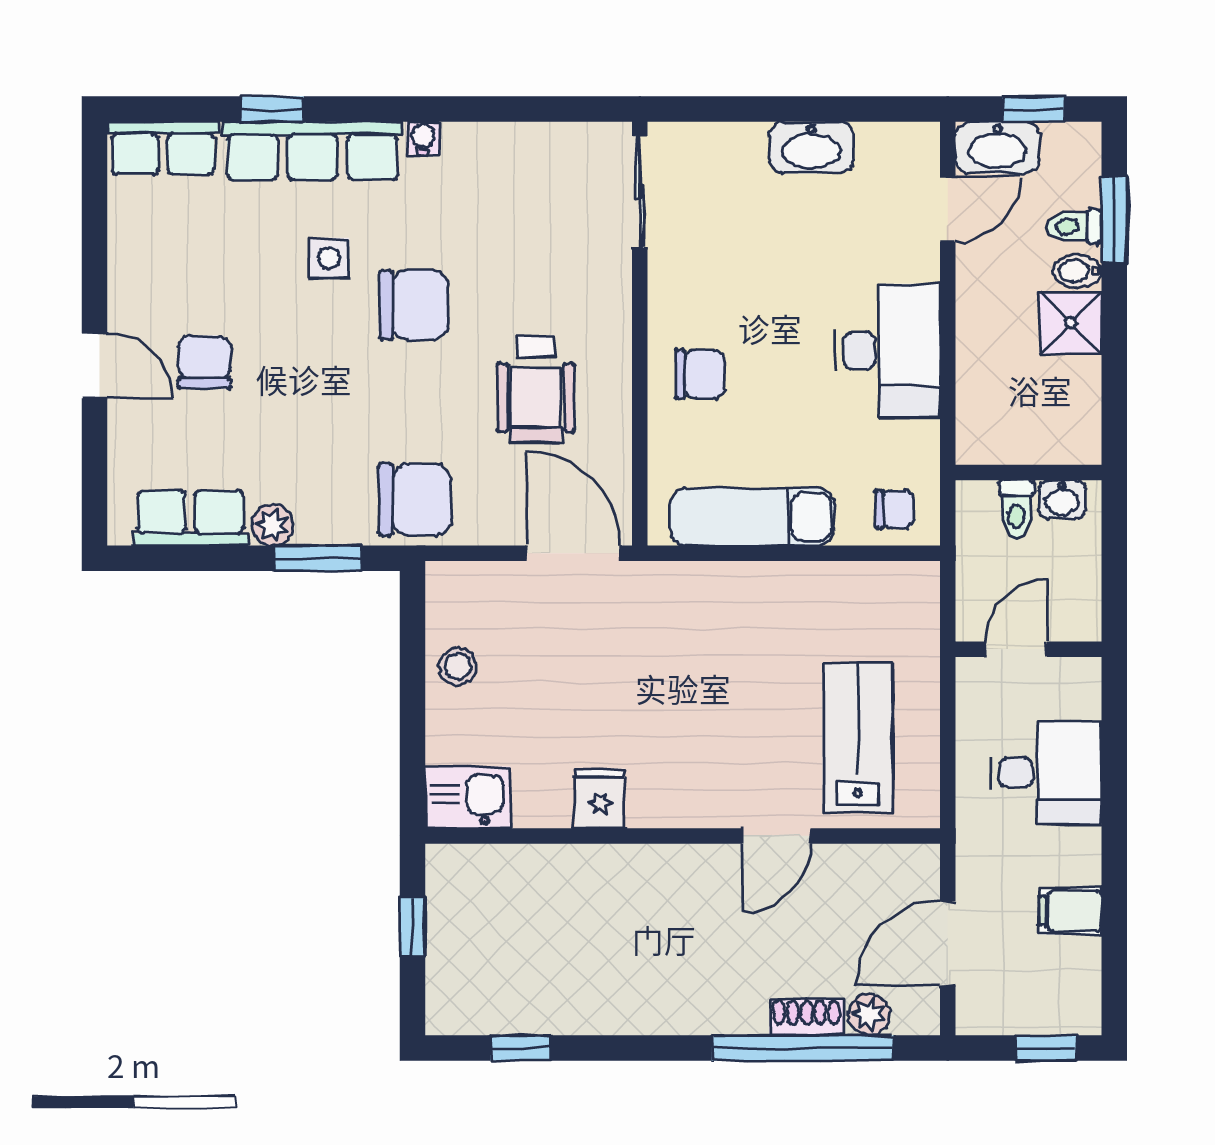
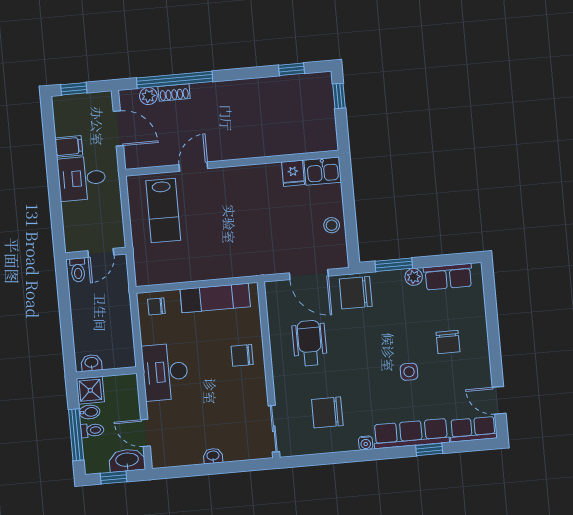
washbasin: (811, 147) -> (213, 456), width x0.52, depth x0.69
door: (948, 209) -> (145, 433), hinge flipped
window: (1114, 219) -> (76, 435), width x1.44
side table: (329, 258) -> (409, 372), moved
chair: (414, 305) -> (327, 412), moved
door: (95, 366) -> (499, 400), moved
wall: (1029, 472) -> (106, 373), moved
washbasin: (1062, 499) -> (91, 363), moved
toilet: (1017, 509) -> (78, 270), moved, turned 180
door: (573, 553) -> (309, 274), moved
desk: (1046, 773) -> (82, 178), moved
fridge: (600, 799) -> (293, 173), moved
window: (413, 926) -> (339, 96), moved
door: (948, 943) -> (118, 128), hinge flipped

